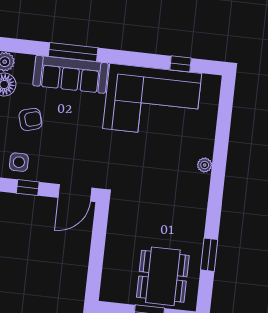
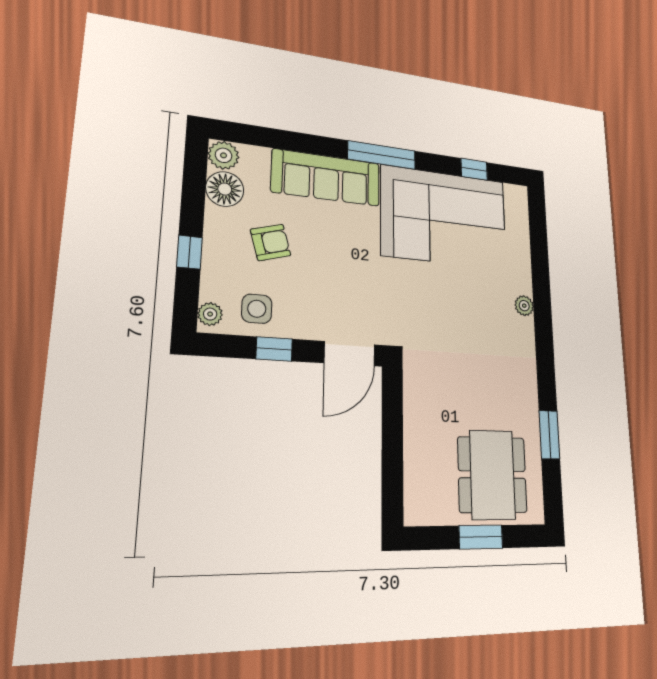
window: (73, 52) -> (382, 155), moved

